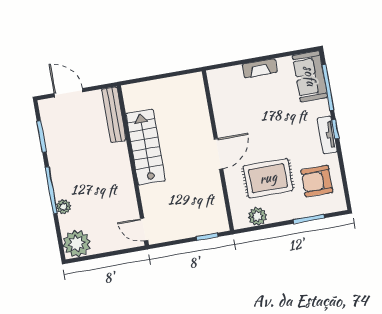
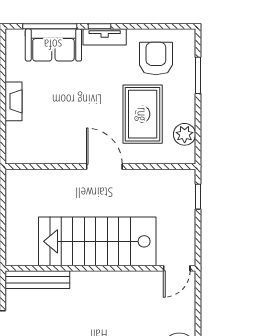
sofa: (310, 76) -> (53, 45), moved
stairs: (146, 147) -> (97, 241), width x1.36, depth x1.51
armchair: (317, 181) -> (156, 58), turned 180

